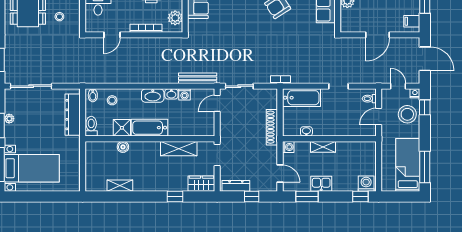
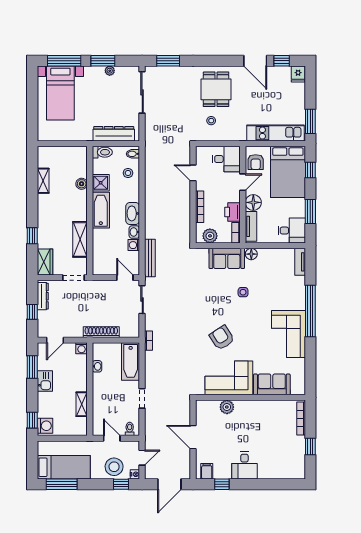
shelving: (323, 147) -> (82, 404), moved

